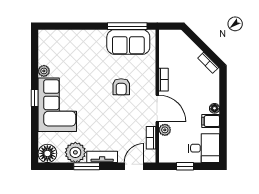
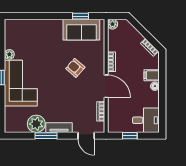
window: (127, 26) -> (81, 16), width x0.46
armchair: (121, 87) -> (75, 68), turned 131
filing cabinet: (211, 121) -> (152, 75), moved
plant: (165, 130) -> (113, 24), moved
floor lamp: (47, 153) -> (12, 125), removed
door: (134, 166) -> (86, 136), swing flipped

